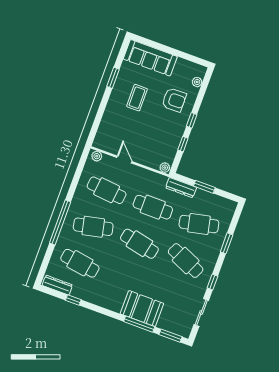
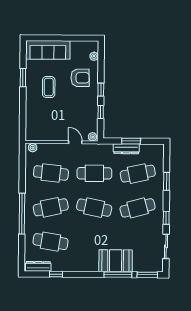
door: (124, 159) -> (75, 142), moved
dresser: (181, 188) -> (126, 149), moved
cafe table: (186, 261) -> (138, 208), turned -39

